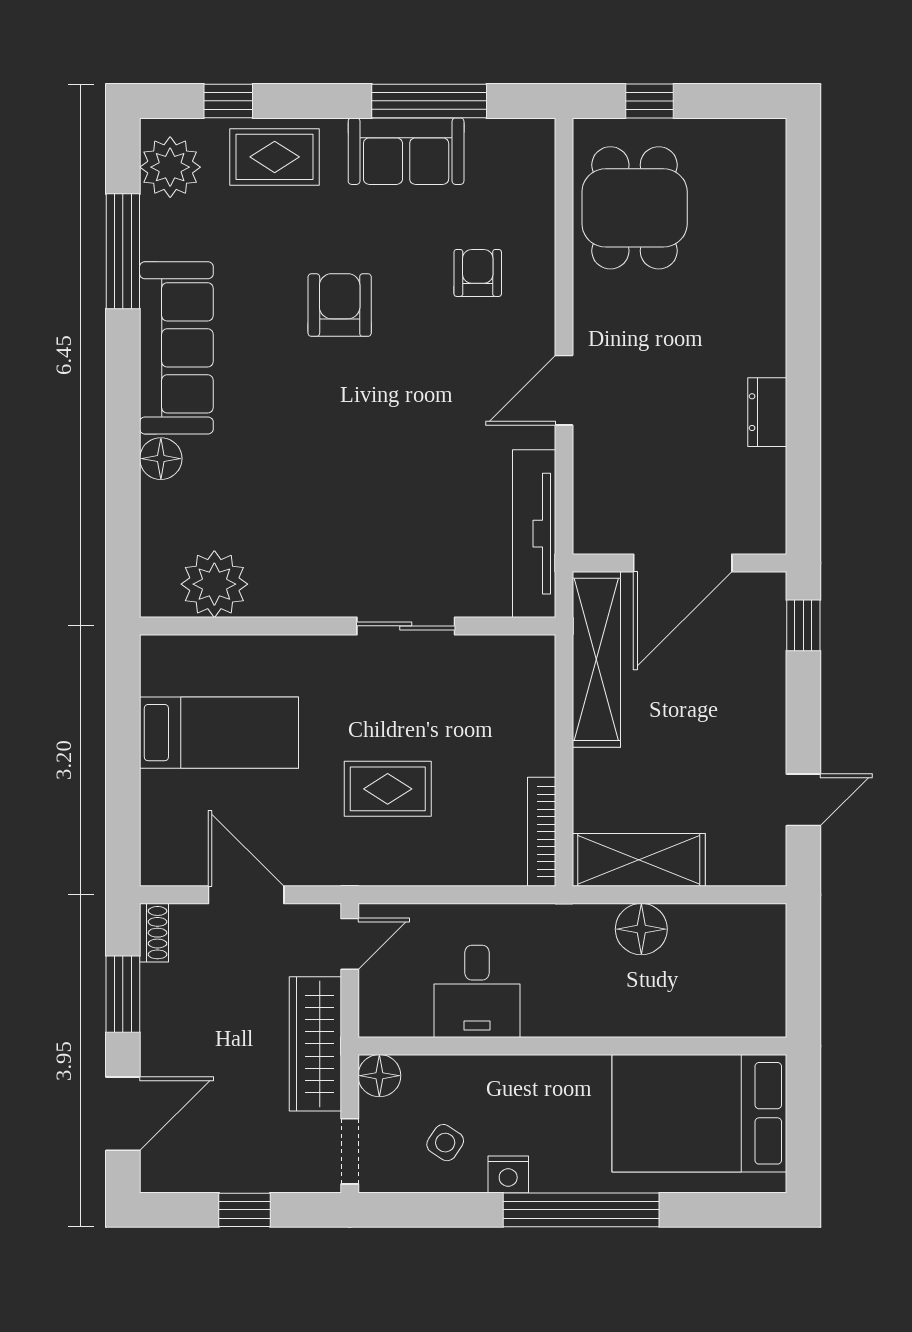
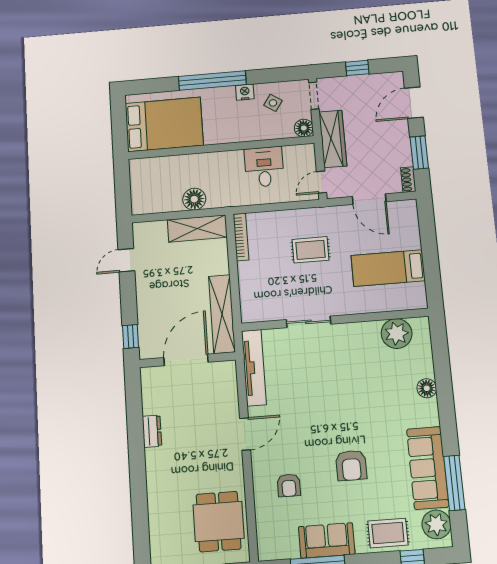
sofa: (176, 348) -> (428, 468), moved

